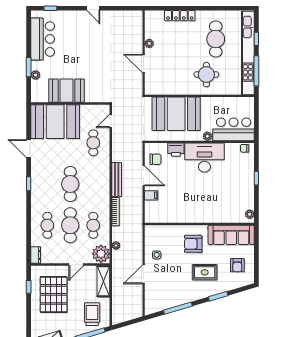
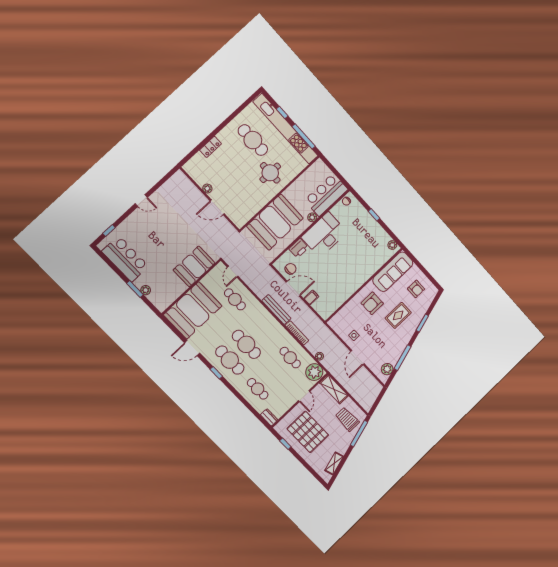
locker: (180, 16) -> (210, 147), width x0.66
booth: (66, 91) -> (194, 266), moved
cafe table: (70, 225) -> (230, 360), moved
plant: (158, 305) -> (387, 369), added

